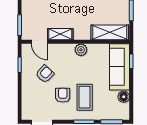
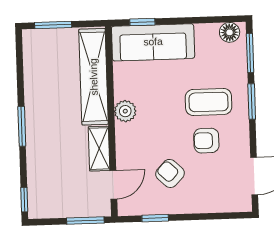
shelving: (110, 32) -> (94, 77), width x1.47
floor lamp: (124, 97) -> (230, 32), moved

